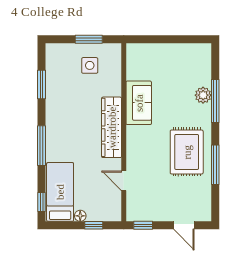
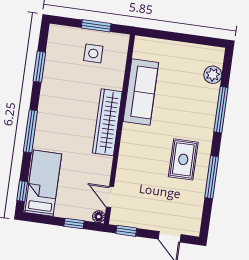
plant: (203, 95) -> (213, 75), moved
sofa: (139, 103) -> (141, 92), width x1.36
rug: (187, 152) -> (183, 159), width x0.73, depth x0.70
door: (124, 181) -> (110, 197), moved
floor lamp: (80, 216) -> (99, 217), moved

